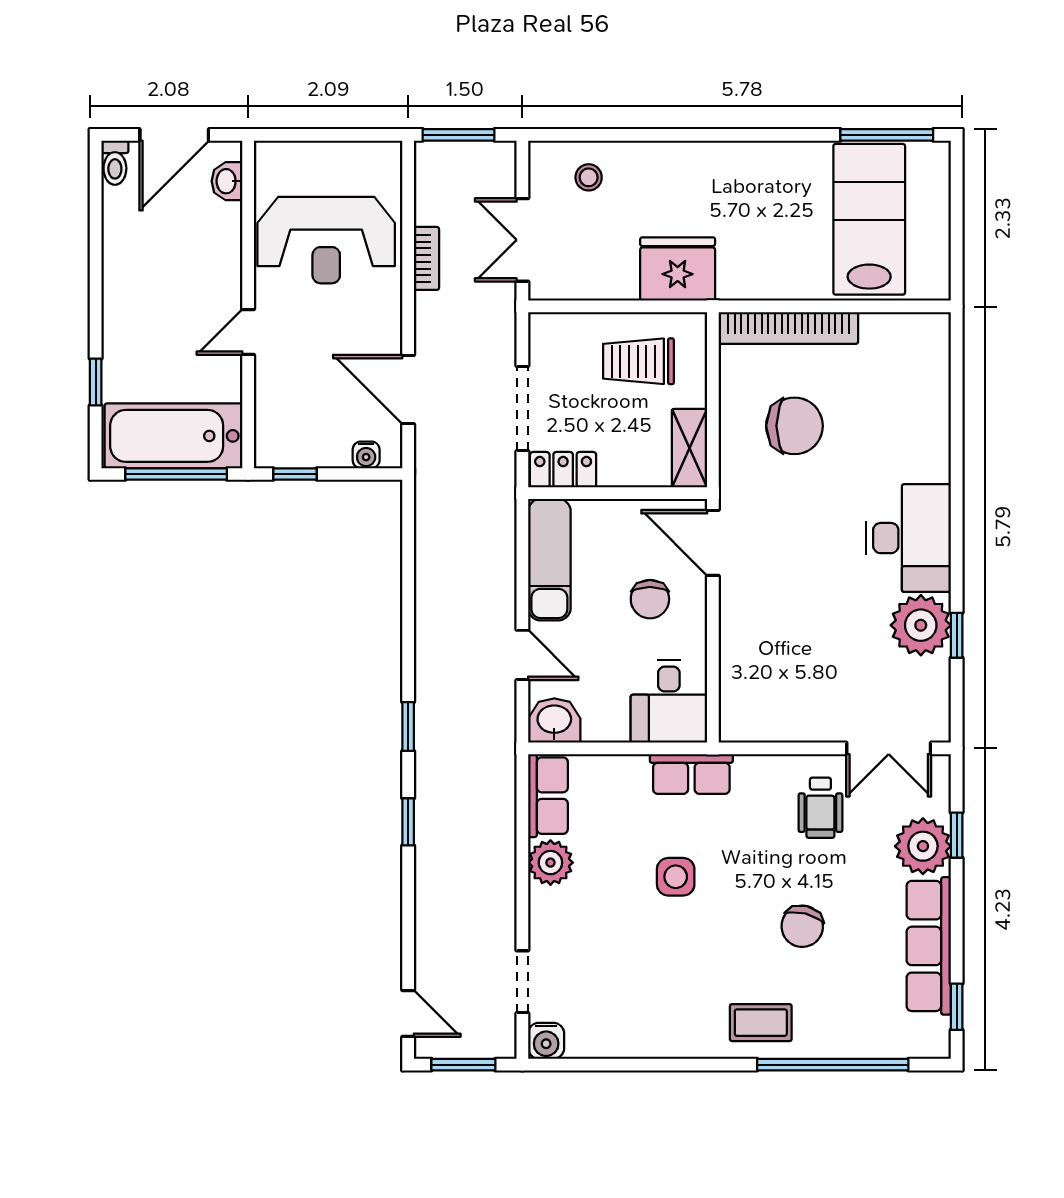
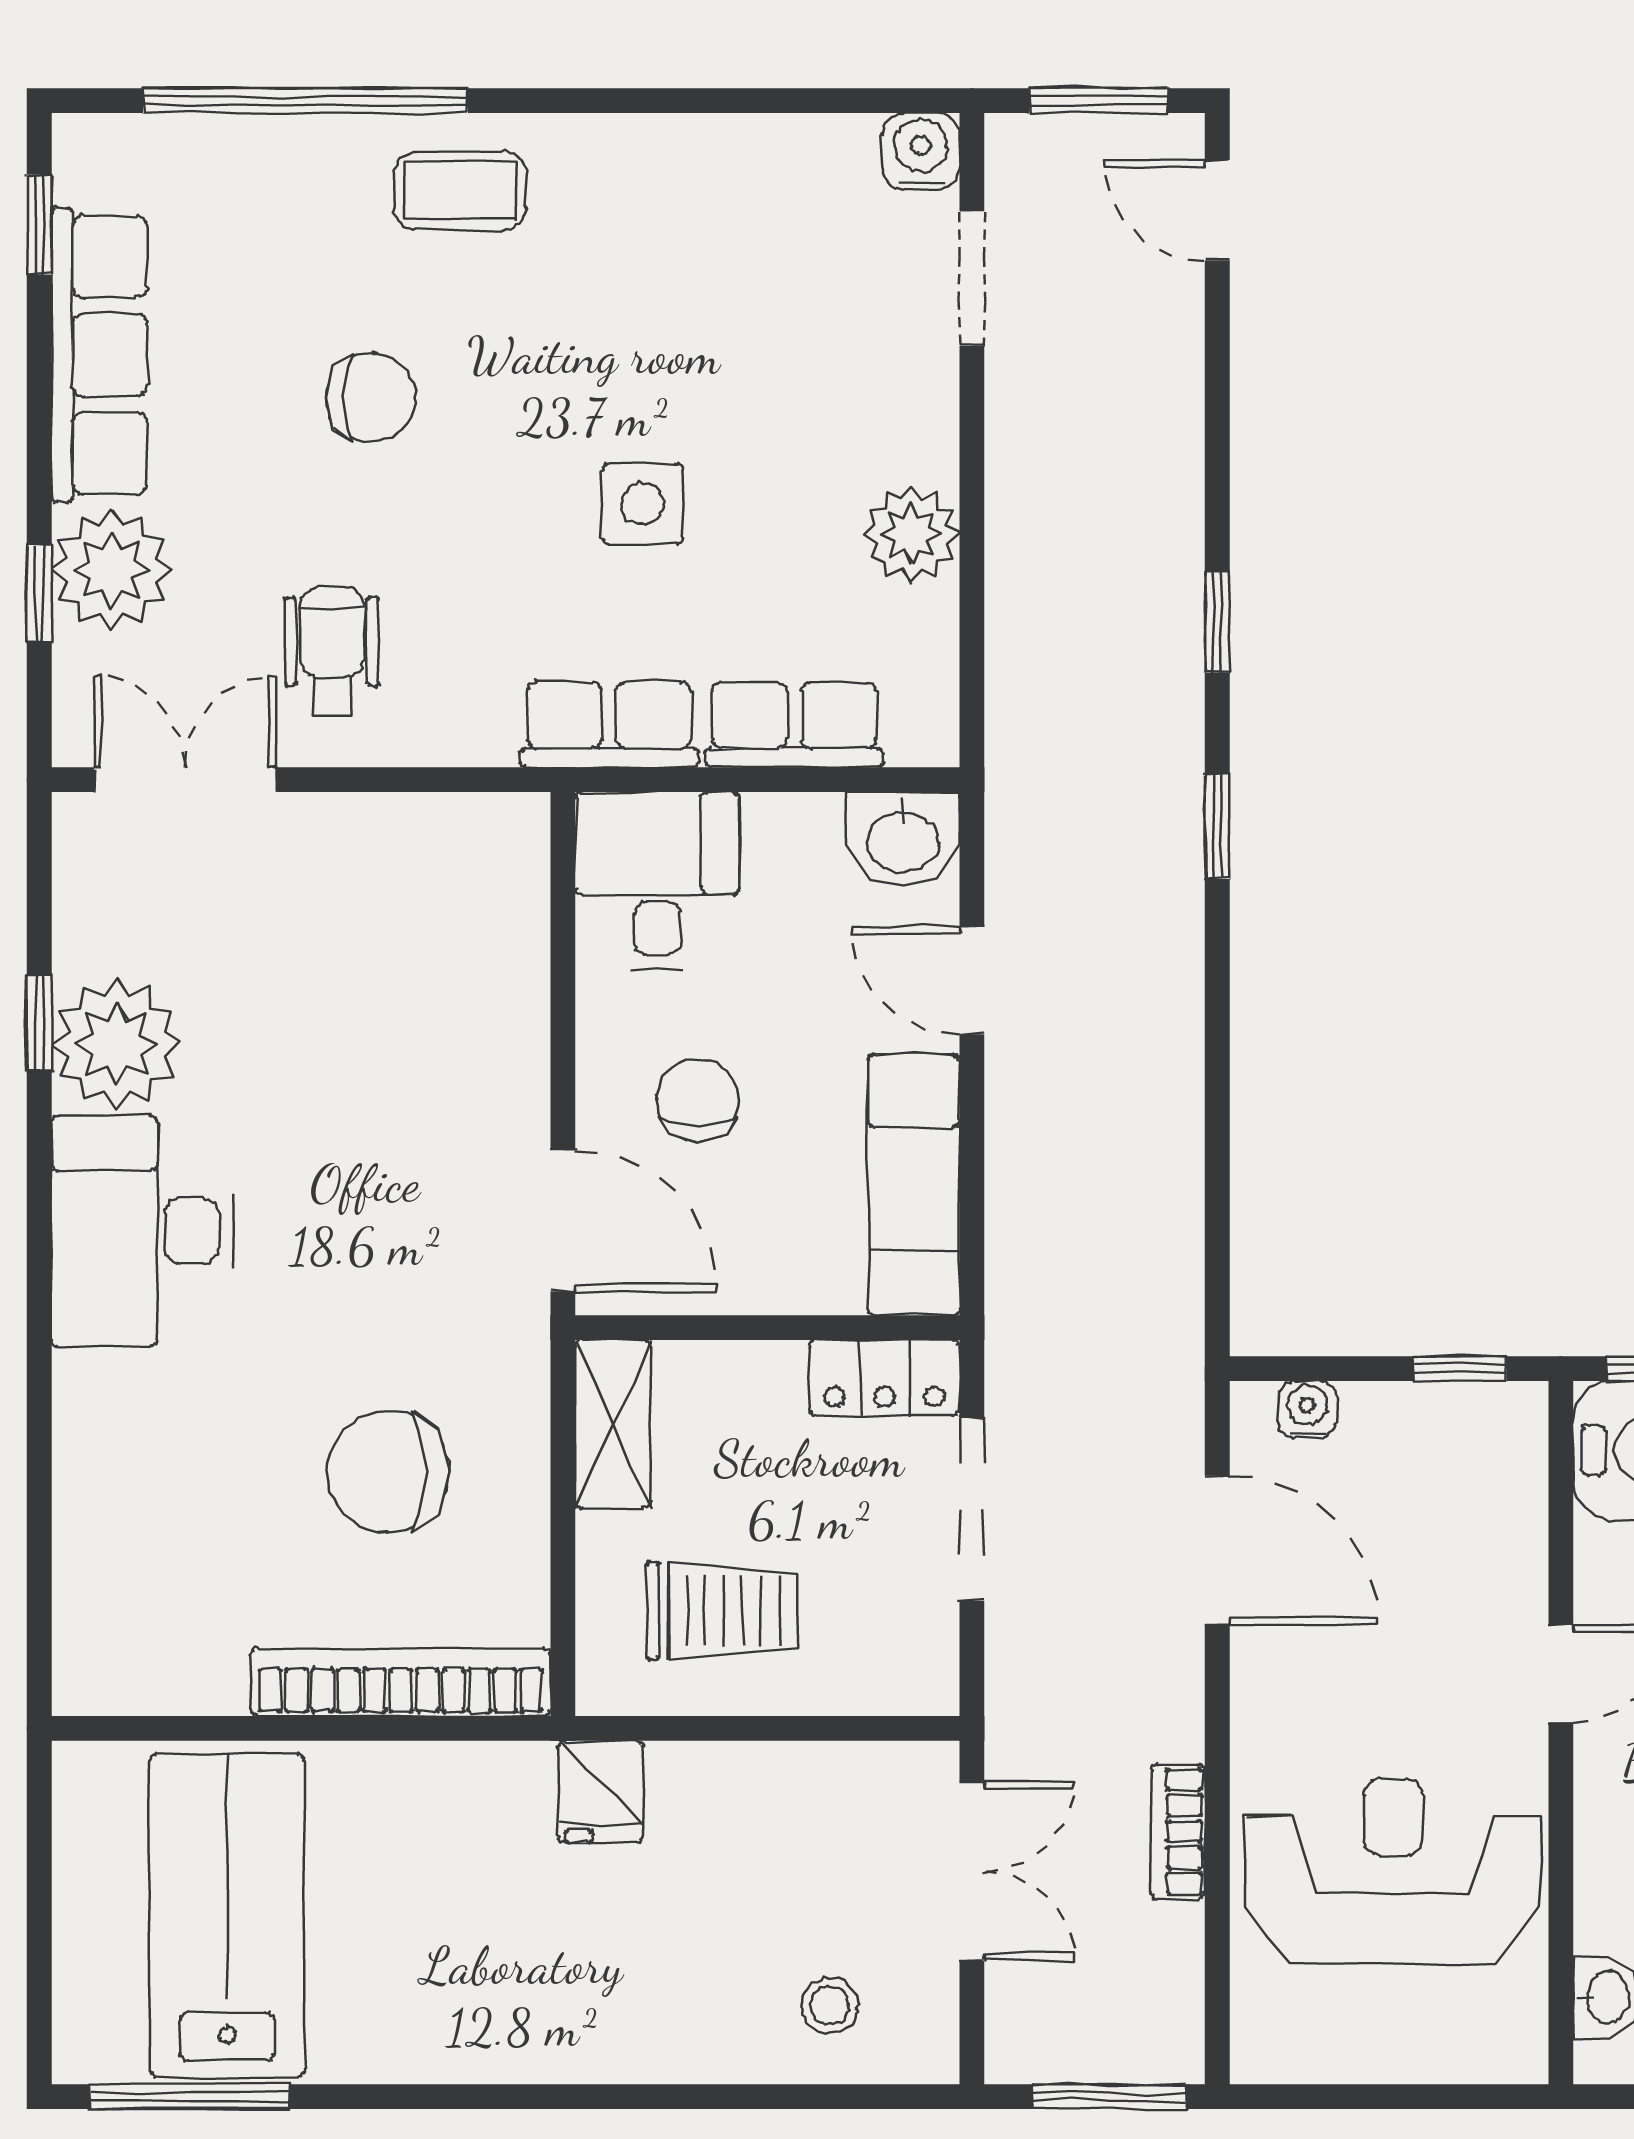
lab bench: (869, 219) -> (227, 1915), turned 180
fridge: (678, 269) -> (601, 1792), width x0.53, depth x0.75
row of seats: (548, 796) -> (794, 725), moved, turned 90
chair: (802, 926) -> (371, 397), turned 76

